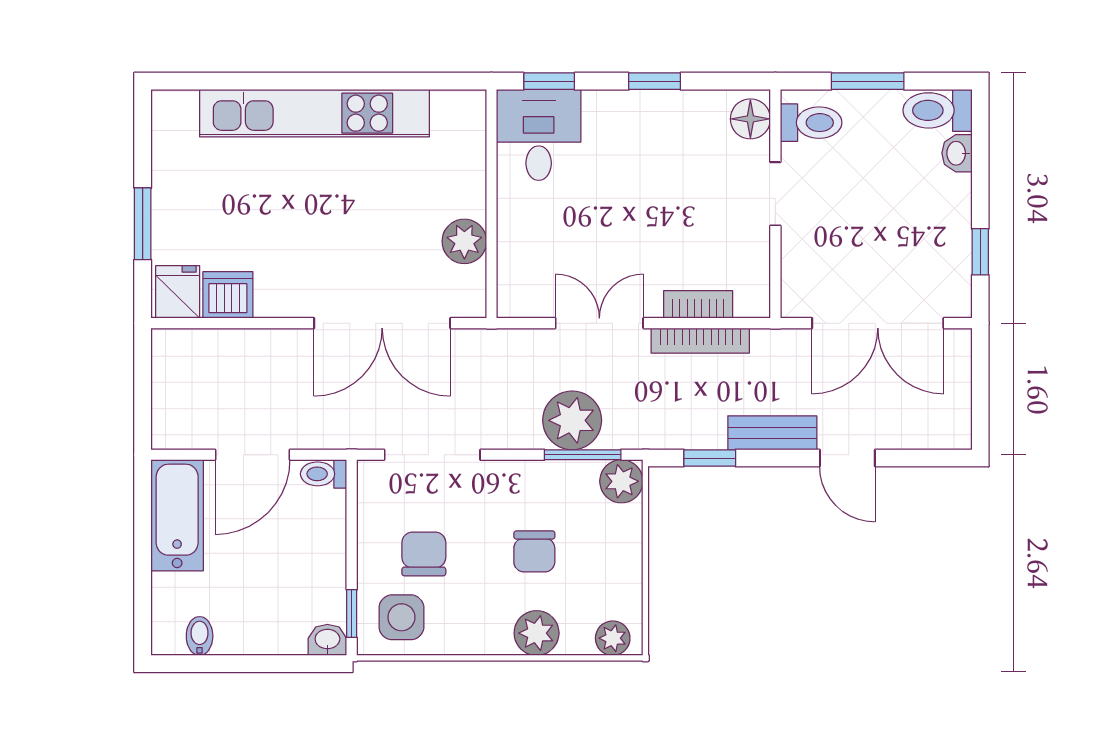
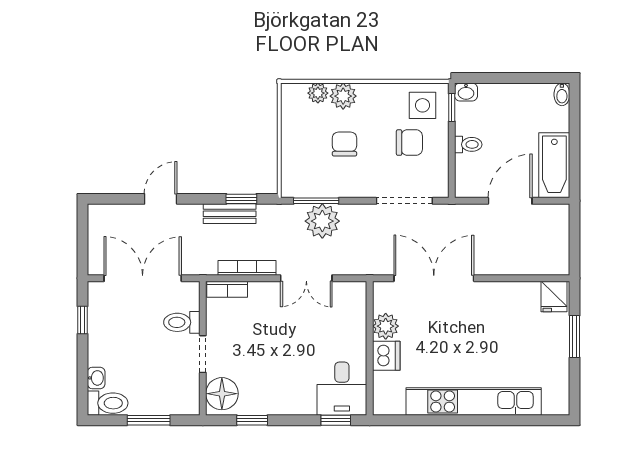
window: (655, 81) -> (252, 420), moved
floor lamp: (750, 119) -> (222, 394), width x1.38, depth x1.38
toilet: (811, 123) -> (182, 322), moved
dishwasher: (228, 295) -> (386, 356), moved, turned -90
bookcase: (698, 304) -> (227, 289), moved
bench: (772, 433) -> (230, 214), moved
door: (847, 458) -> (161, 199), hinge flipped
toilet: (324, 474) -> (468, 144), moved
plant: (621, 481) -> (293, 185), removed
chair: (424, 554) -> (409, 143), turned -90
bidet: (200, 636) -> (562, 94), moved
plant: (613, 638) -> (318, 93), moved

